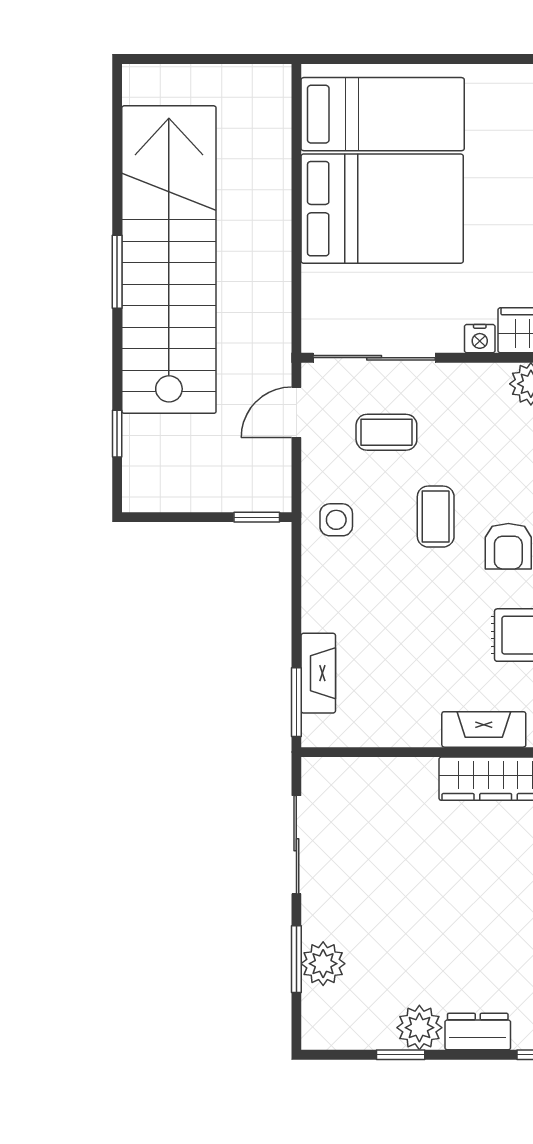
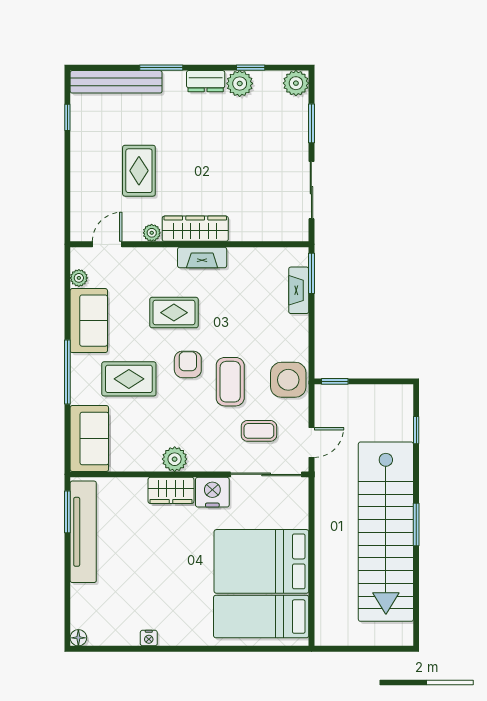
nightstand: (480, 339) -> (212, 492), width x1.89, depth x1.79
coffee table: (436, 517) -> (230, 382), width x1.36, depth x1.30
side table: (336, 520) -> (288, 380), width x1.87, depth x1.87
plant: (323, 964) -> (296, 83), moved

